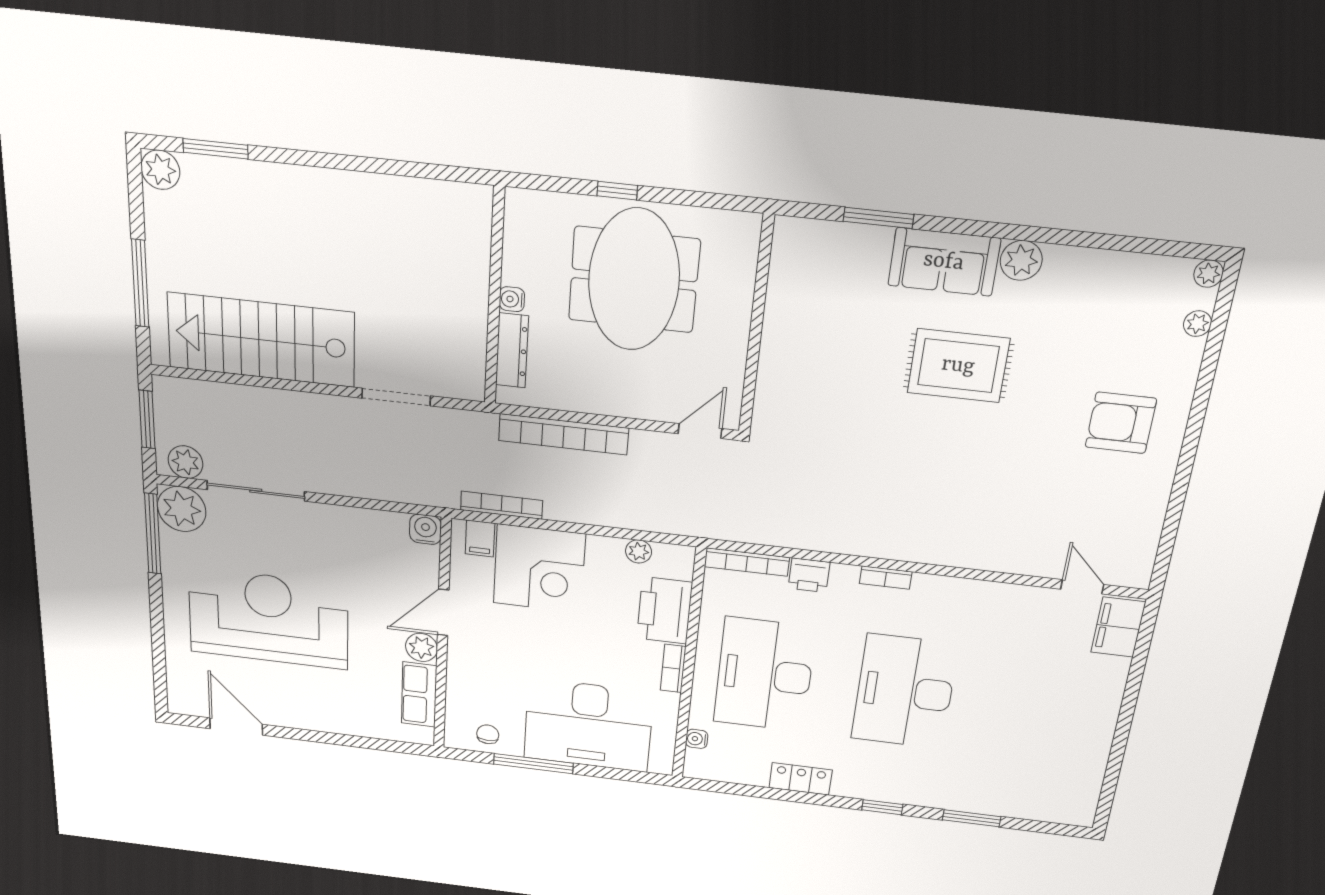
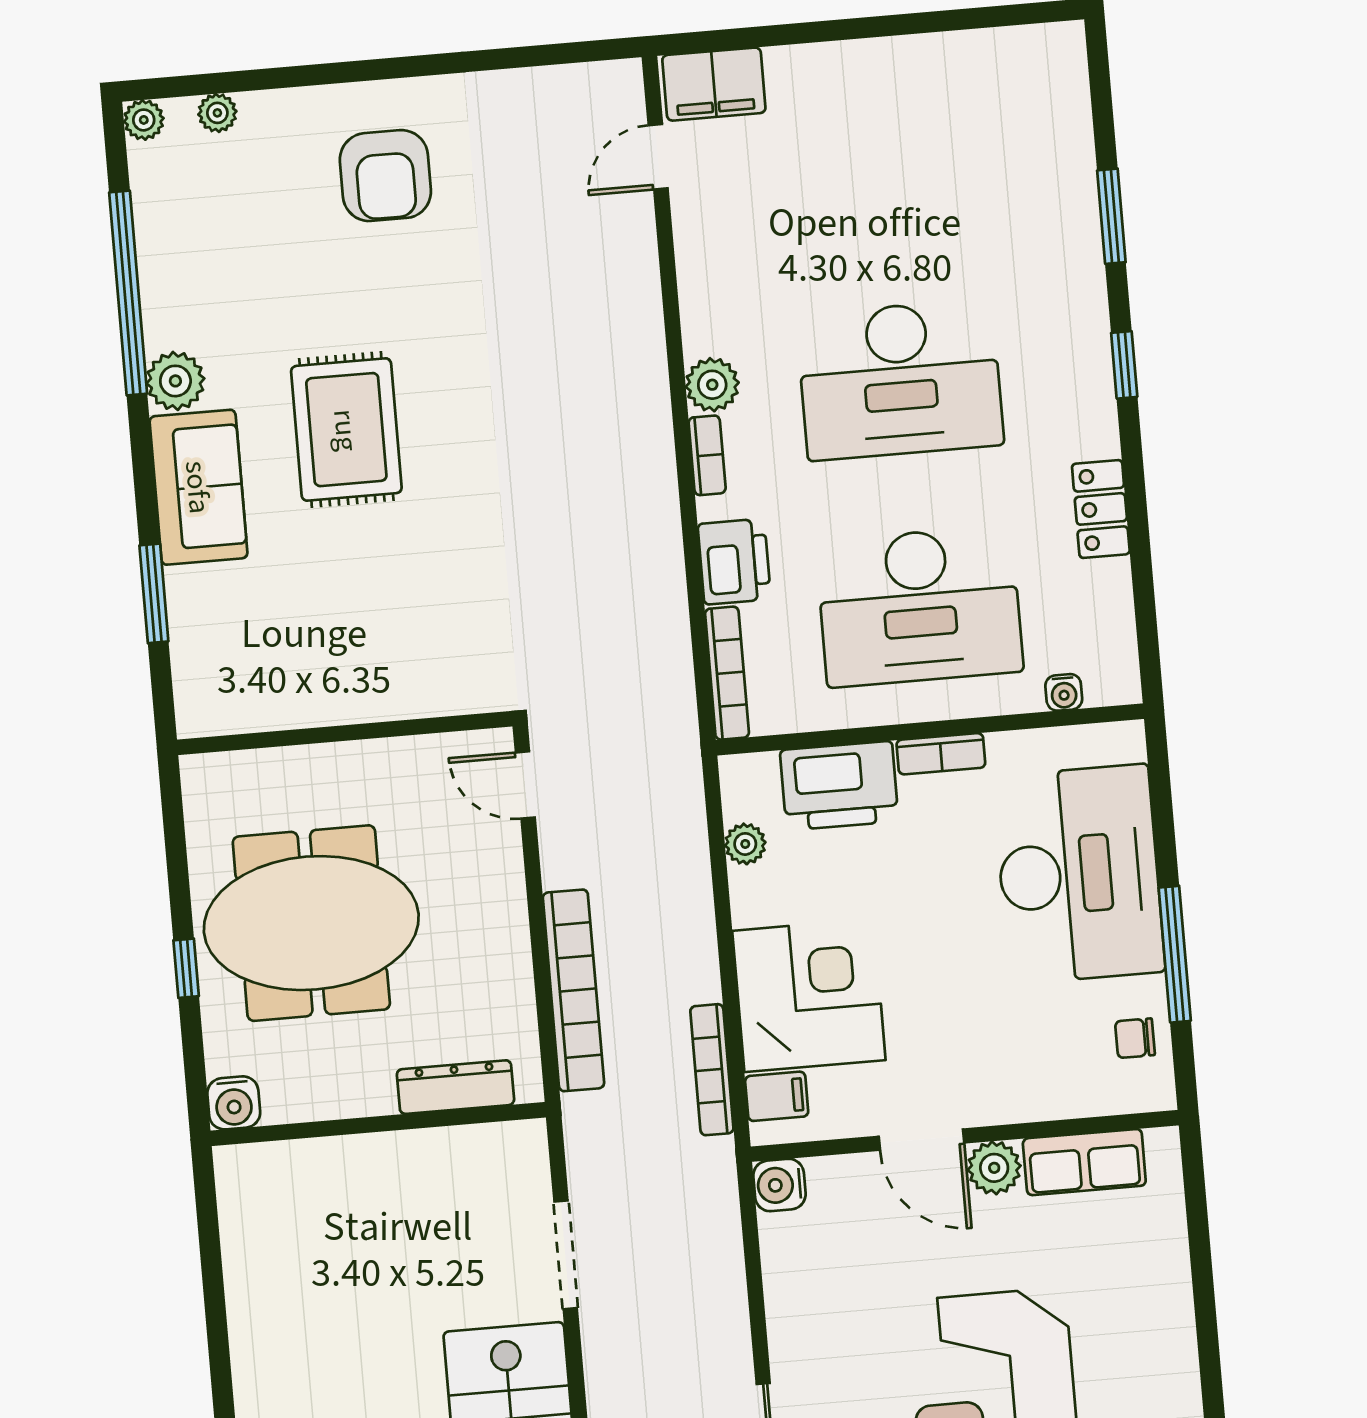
window: (1091, 240) -> (128, 293), added
water cooler: (512, 299) -> (234, 1103), moved, width x1.38, depth x1.38
printer: (809, 575) -> (734, 562), width x1.36, depth x1.24
plant: (929, 589) -> (712, 385), added

